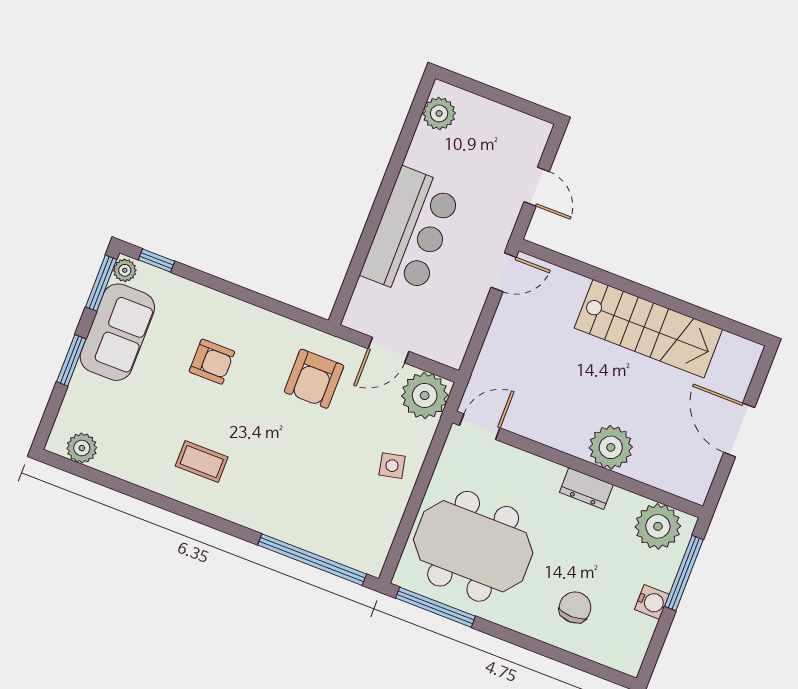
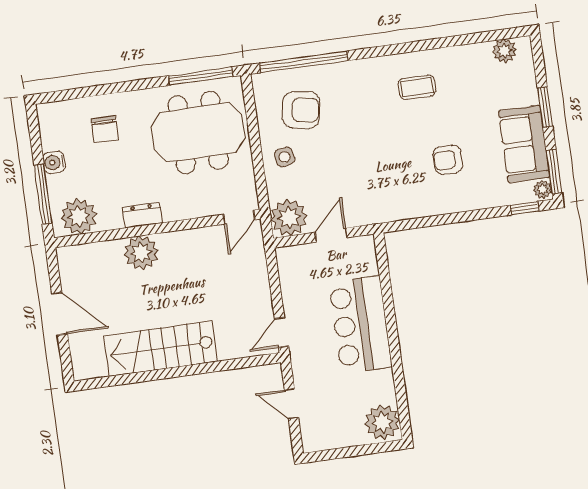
plant: (439, 113) -> (382, 422), width x1.36, depth x1.36
armchair: (314, 379) -> (301, 110), moved, turned 99

